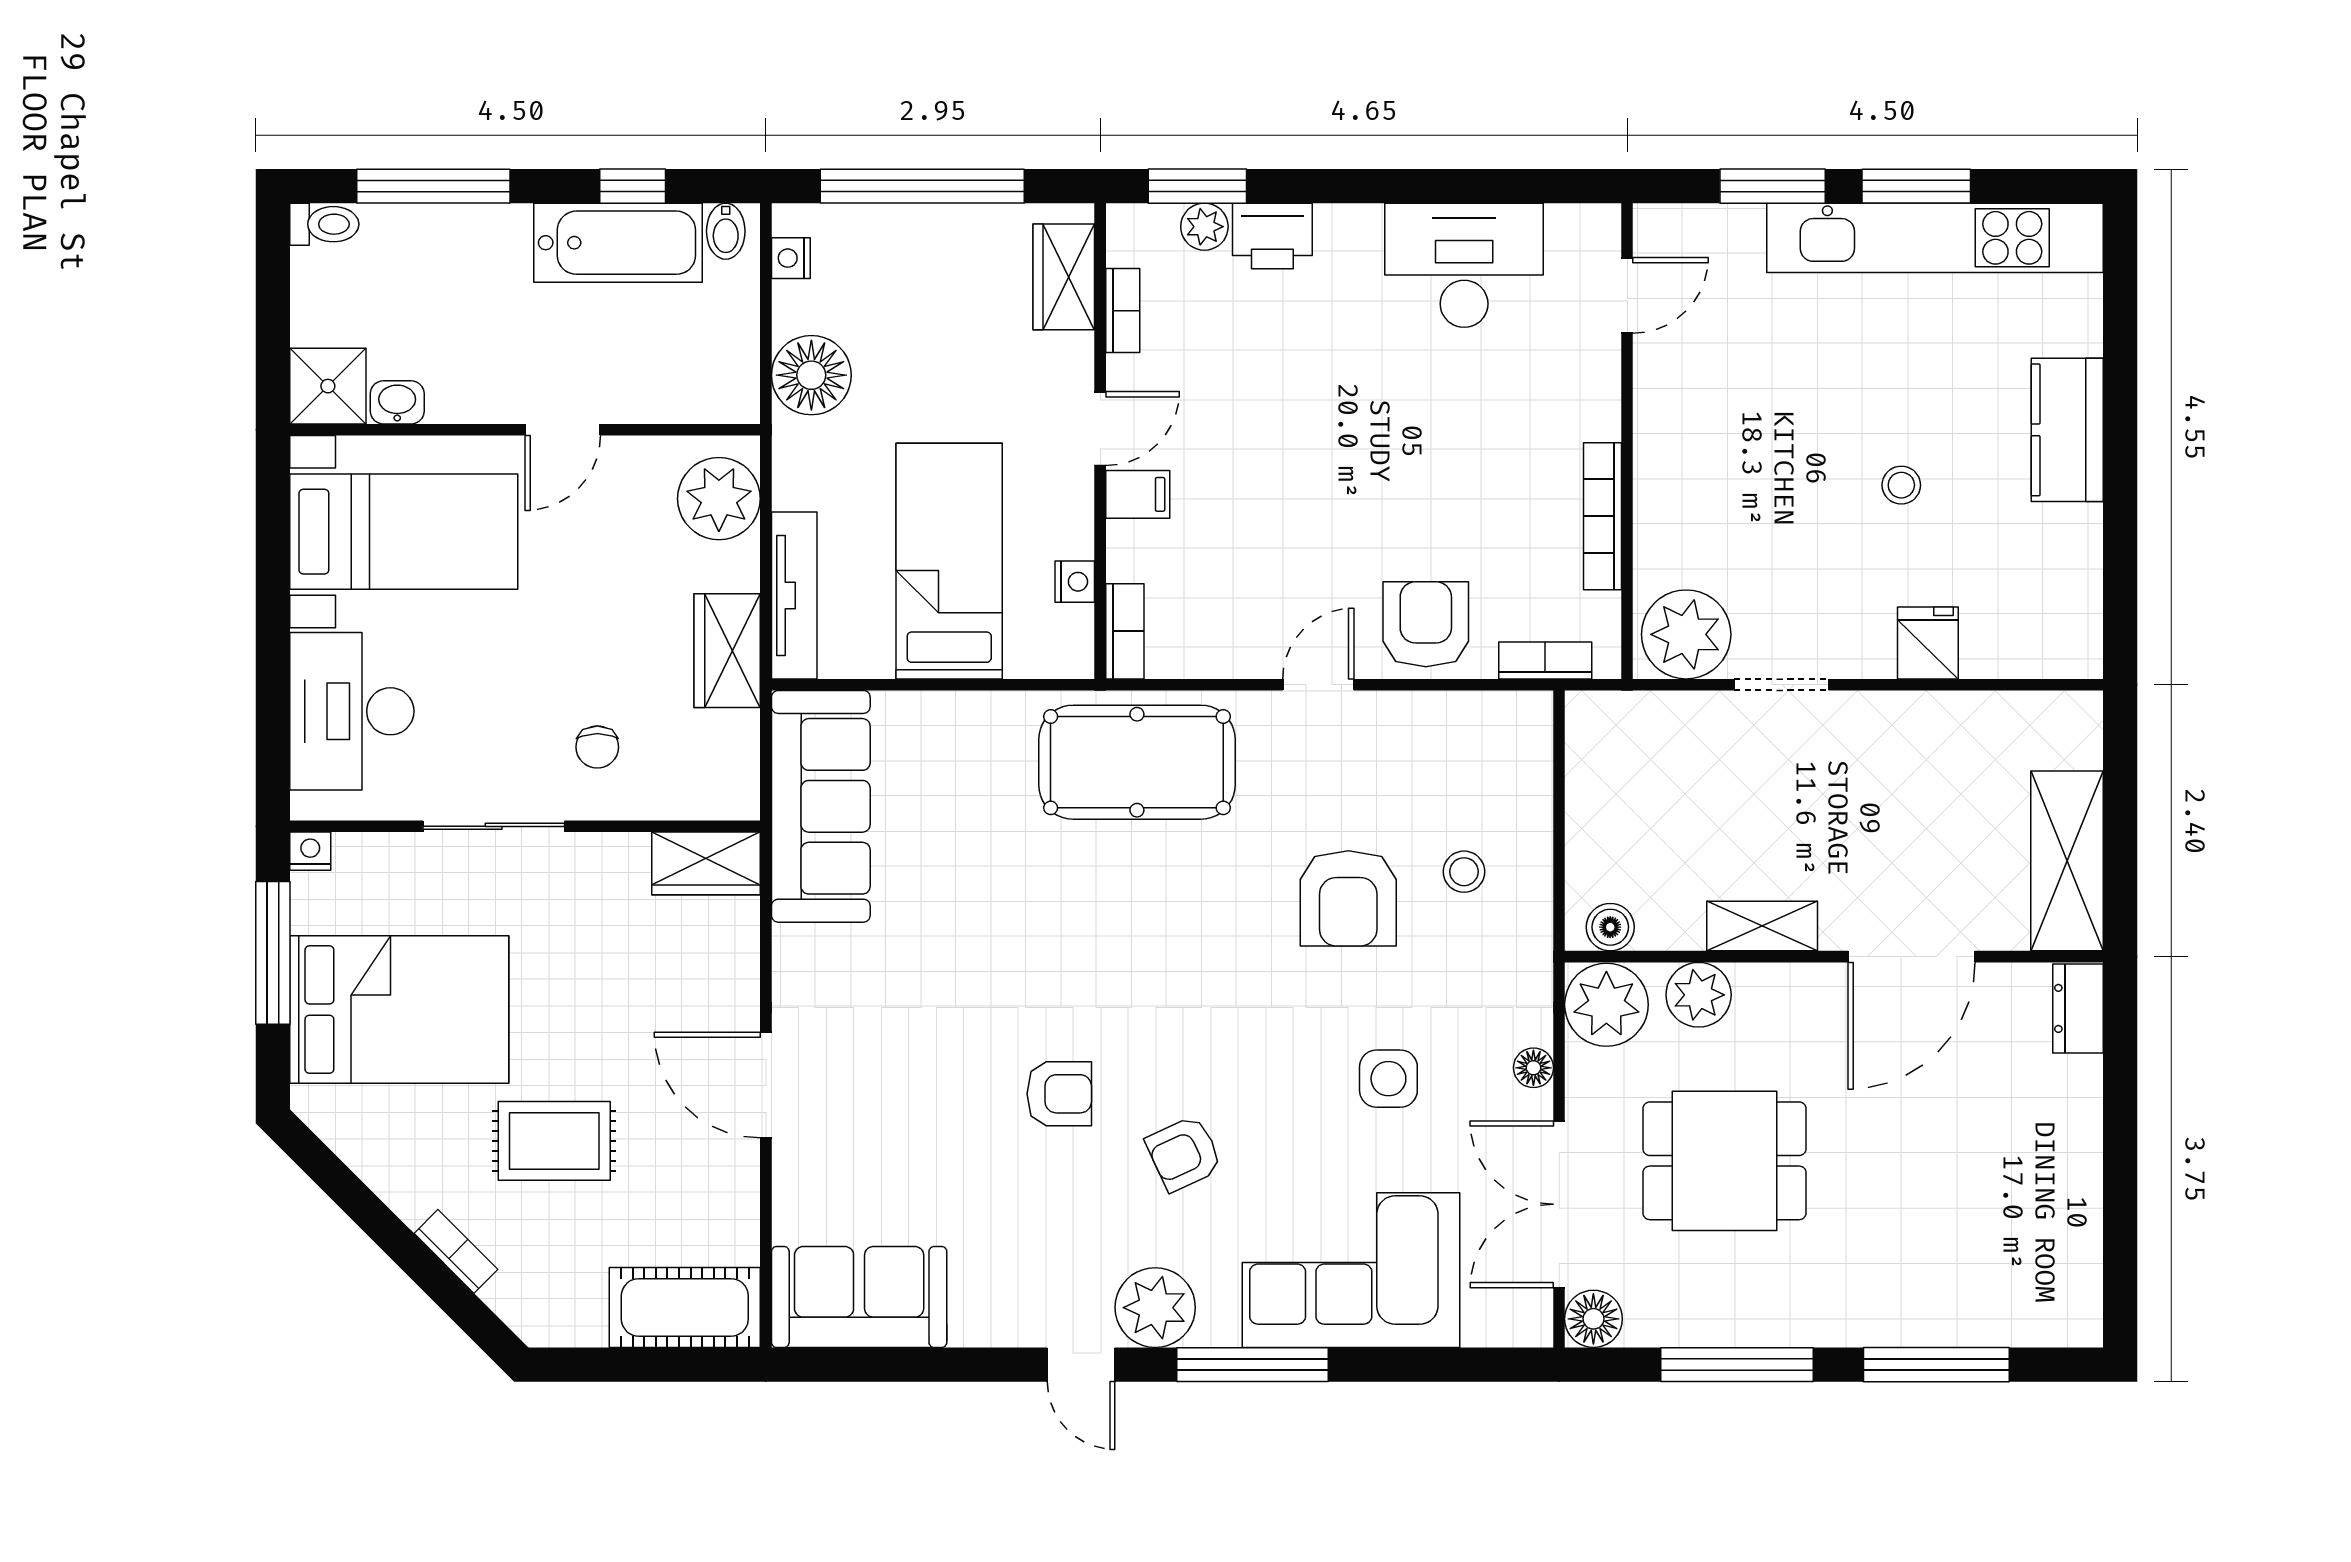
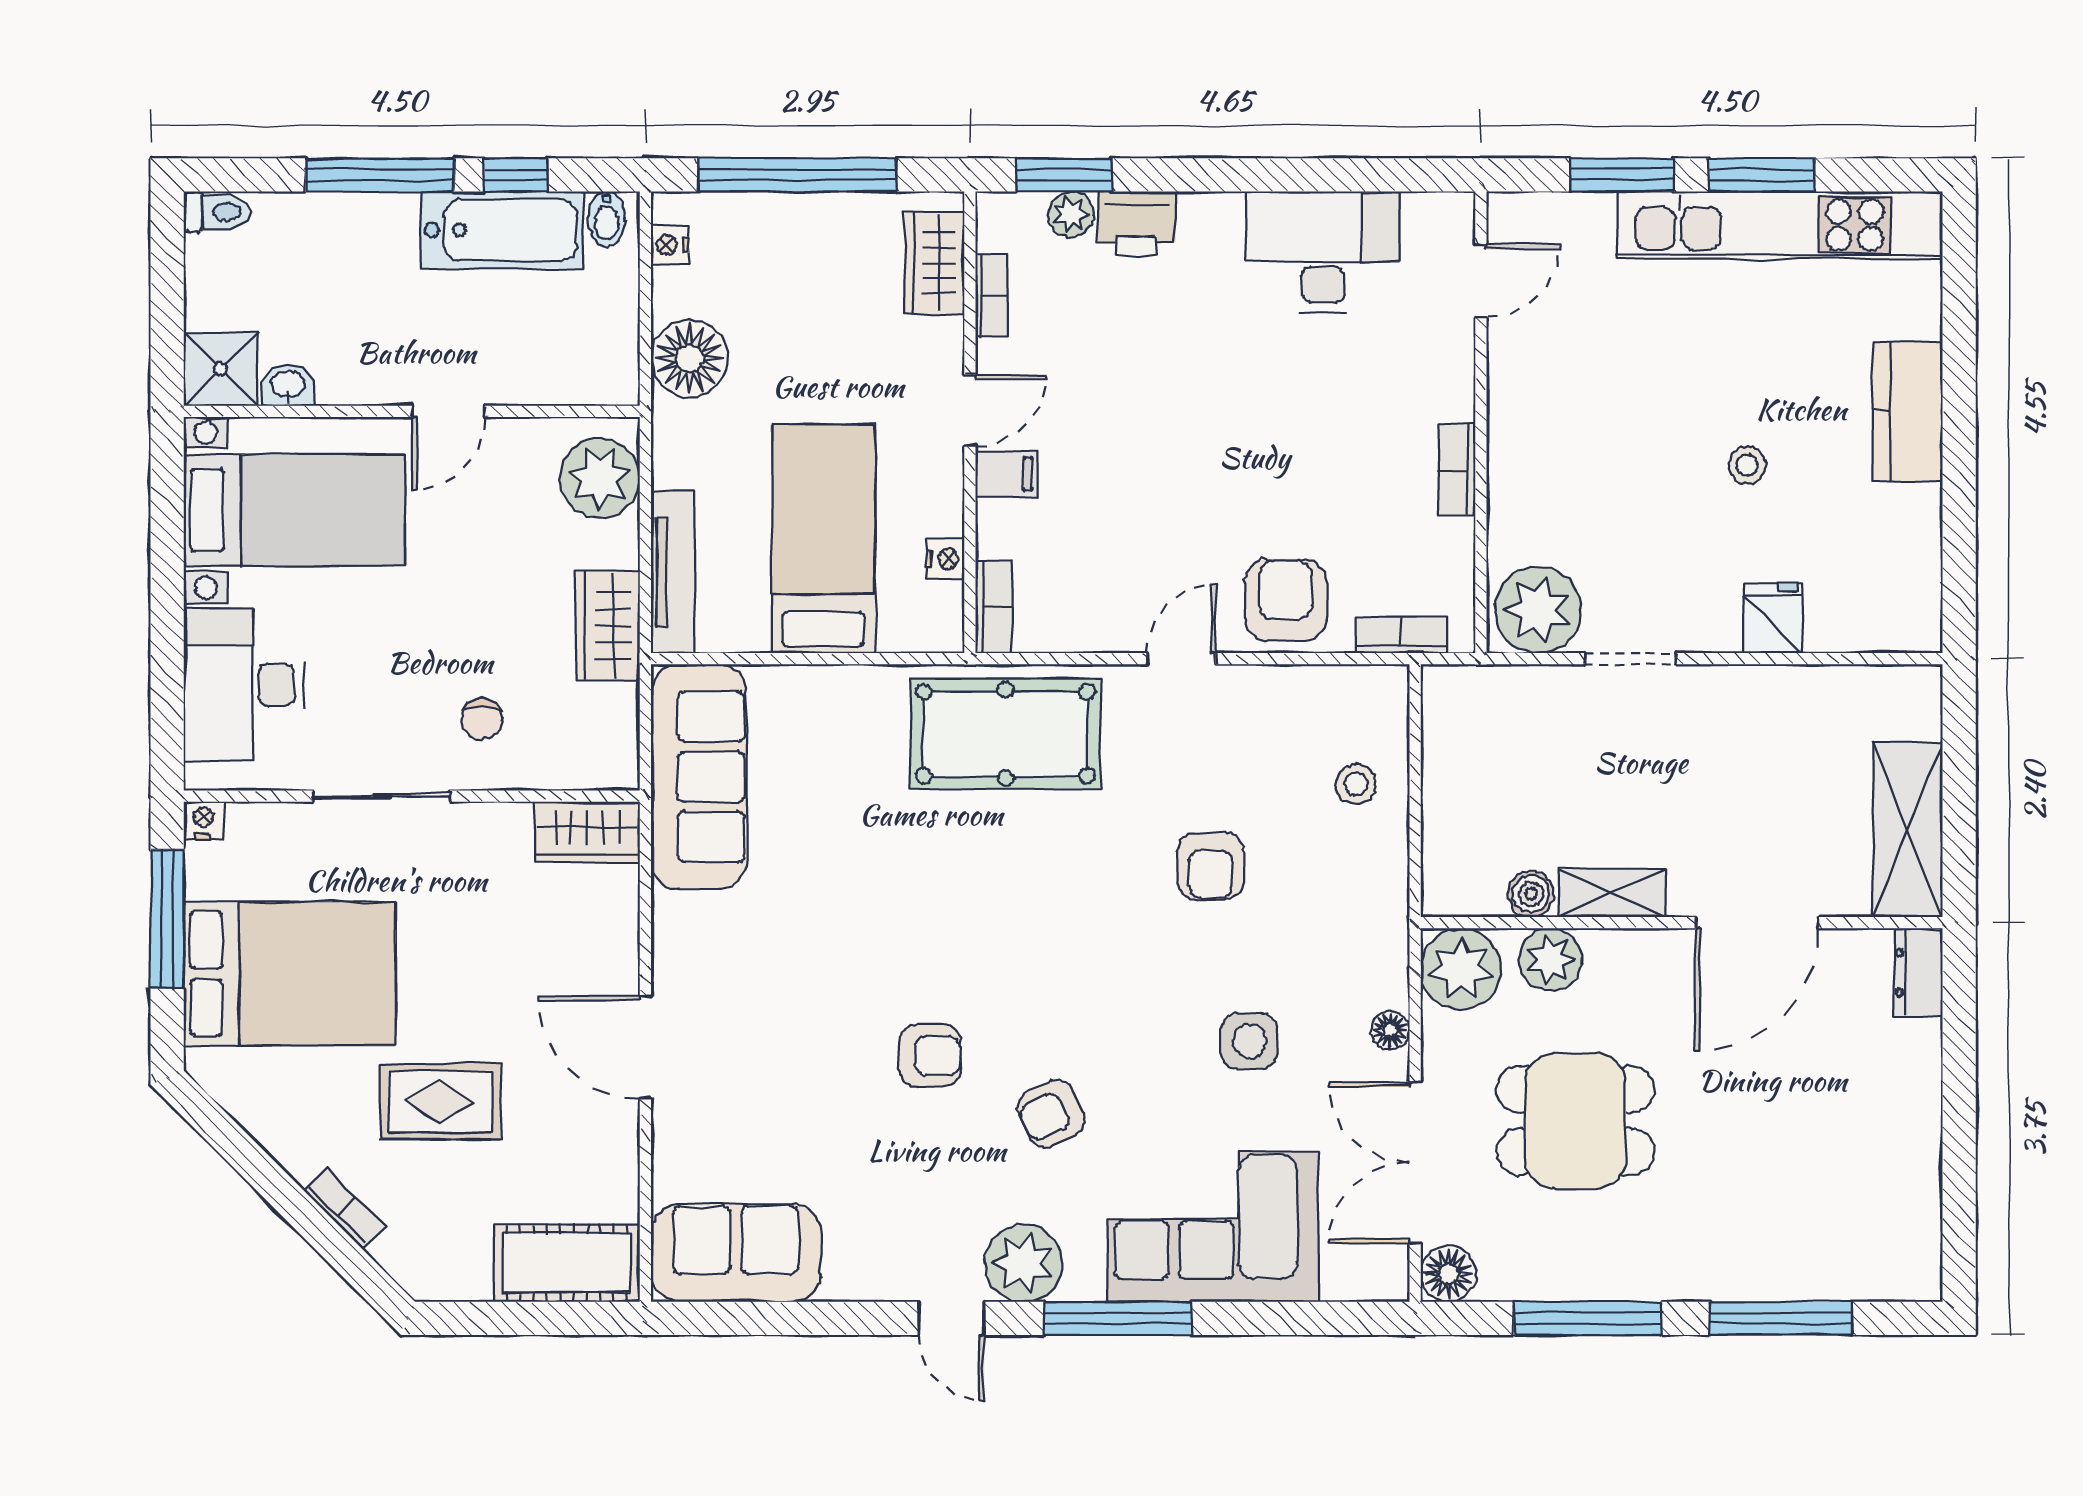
window: (433, 186) -> (380, 175), moved
bookcase: (1603, 516) -> (1457, 470), width x0.64
stool: (1464, 872) -> (1356, 784), moved
armchair: (1348, 898) -> (1210, 866), width x0.72, depth x0.72
boiler: (1610, 927) -> (1531, 894), moved

